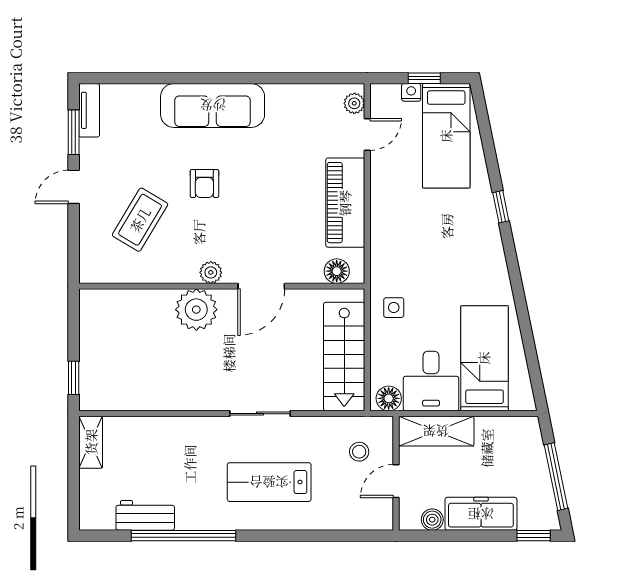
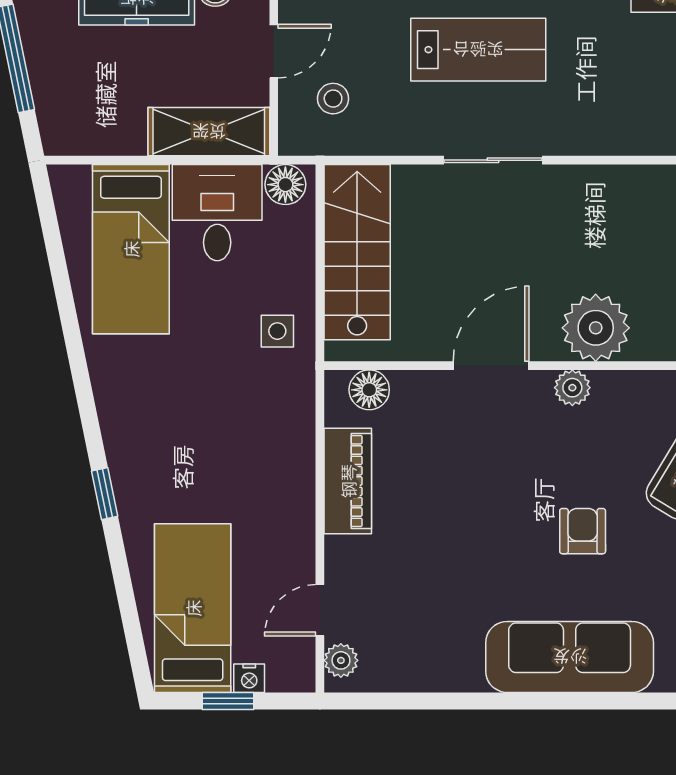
piano: (345, 203) -> (348, 481), width x0.73, depth x0.75

